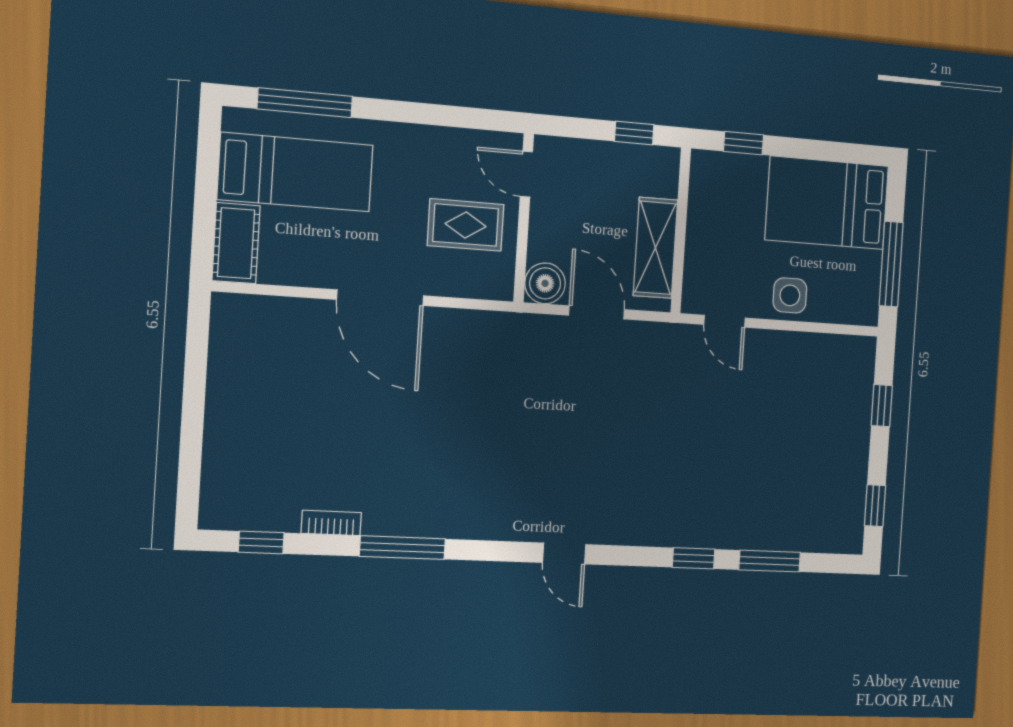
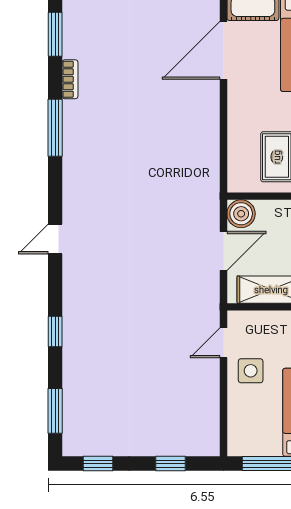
side table: (790, 295) -> (251, 371), moved
door: (380, 298) -> (224, 50), moved
window: (261, 542) -> (55, 34), width x1.50
window: (770, 561) -> (55, 411), moved

